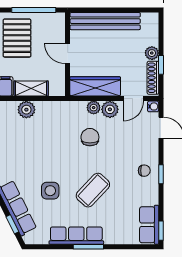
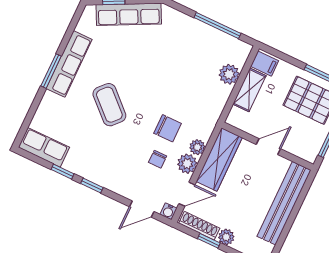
door: (133, 99) -> (187, 194), swing flipped
chair: (144, 171) -> (158, 159), moved
side table: (50, 191) -> (130, 59), removed
window: (161, 231) -> (62, 172), moved

